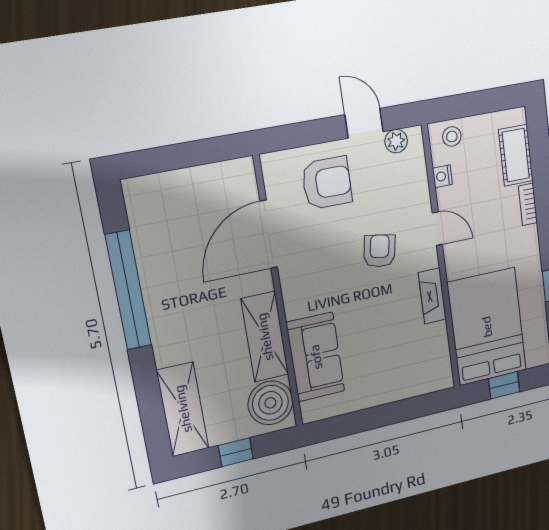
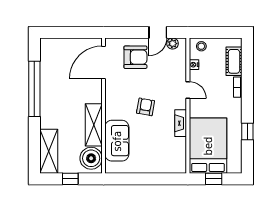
door: (364, 123) -> (158, 32), swing flipped
door: (269, 234) -> (104, 62), moved
armchair: (380, 251) -> (146, 107), moved

